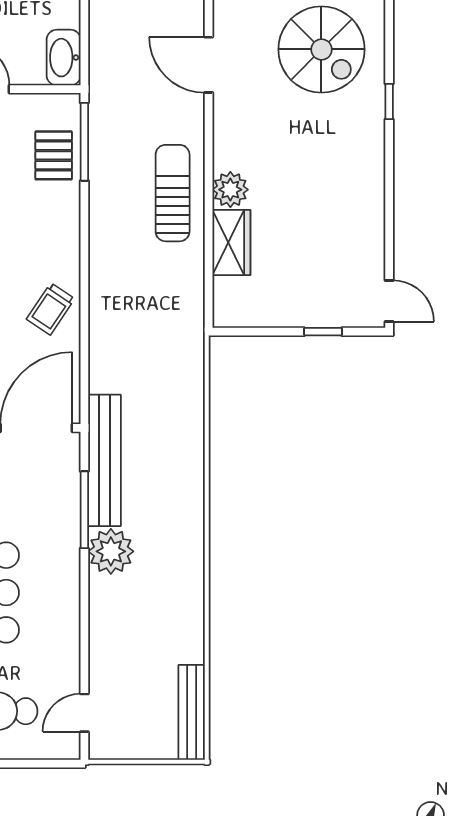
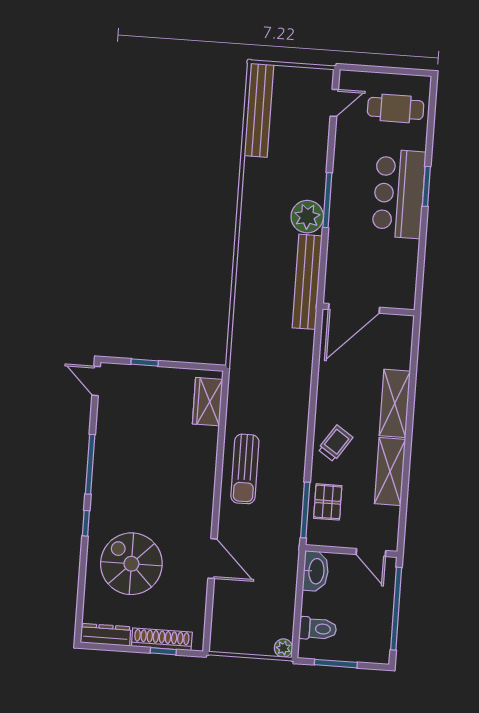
window: (389, 184) -> (90, 464), added
plant: (230, 190) -> (204, 469), removed
wardrobe: (231, 243) -> (208, 402), moved
trolley: (51, 309) -> (335, 443), moved
window: (84, 510) -> (327, 200), moved
bench: (192, 712) -> (259, 110), width x1.37, depth x1.21

